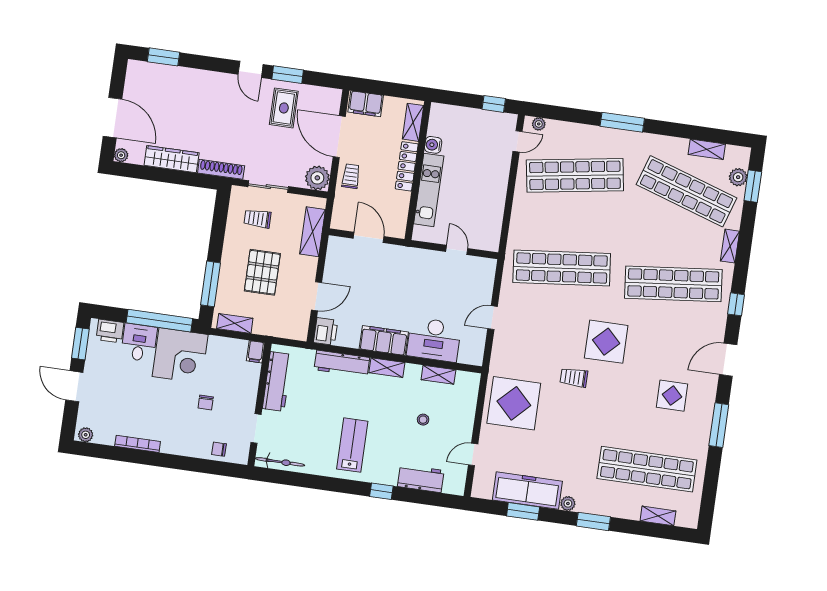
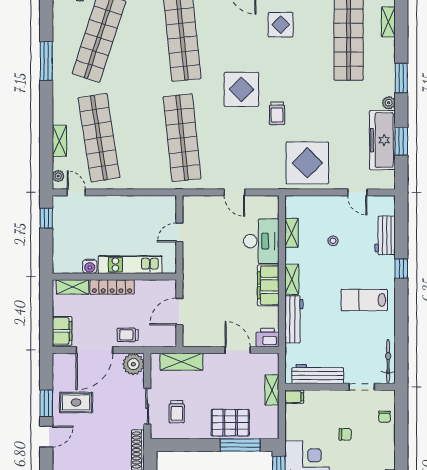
window: (622, 122) -> (46, 61), moved
shelving: (707, 149) -> (59, 141), moved
pallet: (262, 272) -> (230, 423), moved
shelving: (235, 323) -> (272, 390), moved

